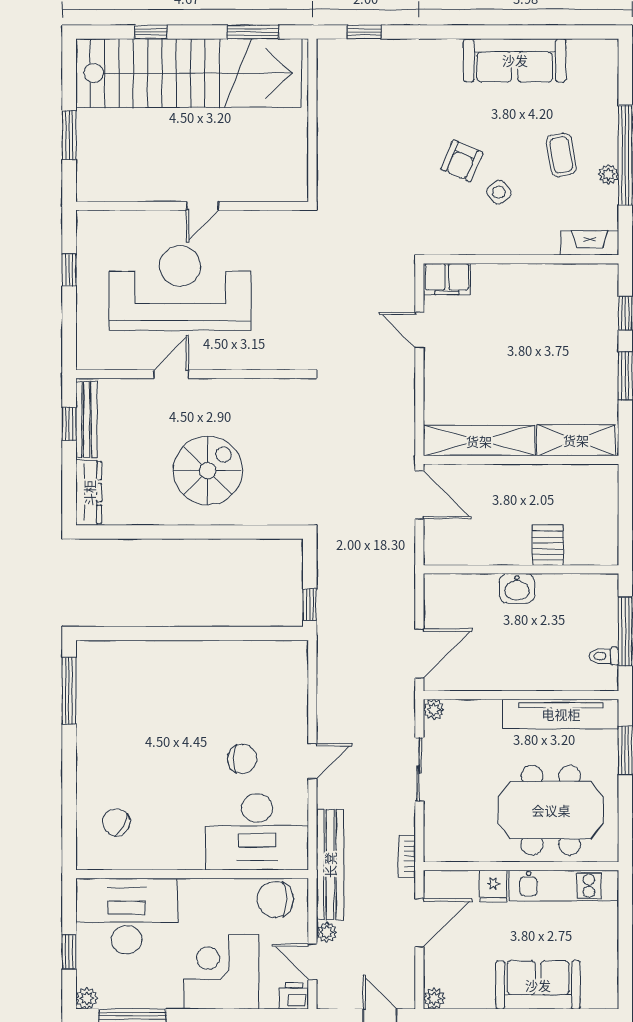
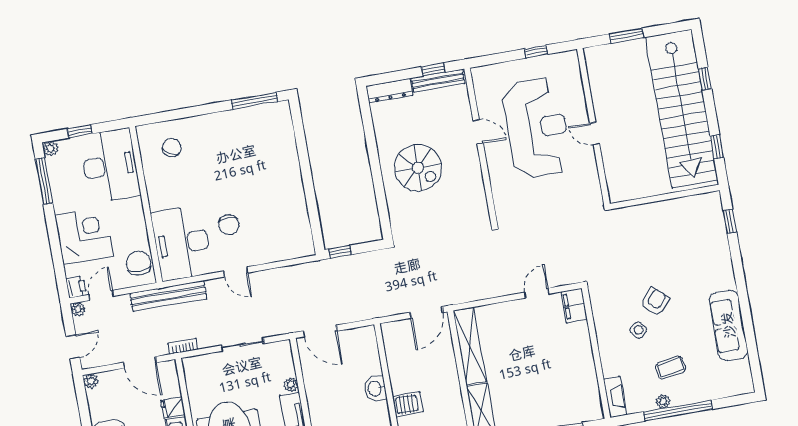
window: (253, 32) -> (717, 147), width x0.67
armchair: (462, 161) -> (655, 302), turned 109
plant: (434, 709) -> (291, 385), moved
plant: (327, 932) -> (78, 309), moved

